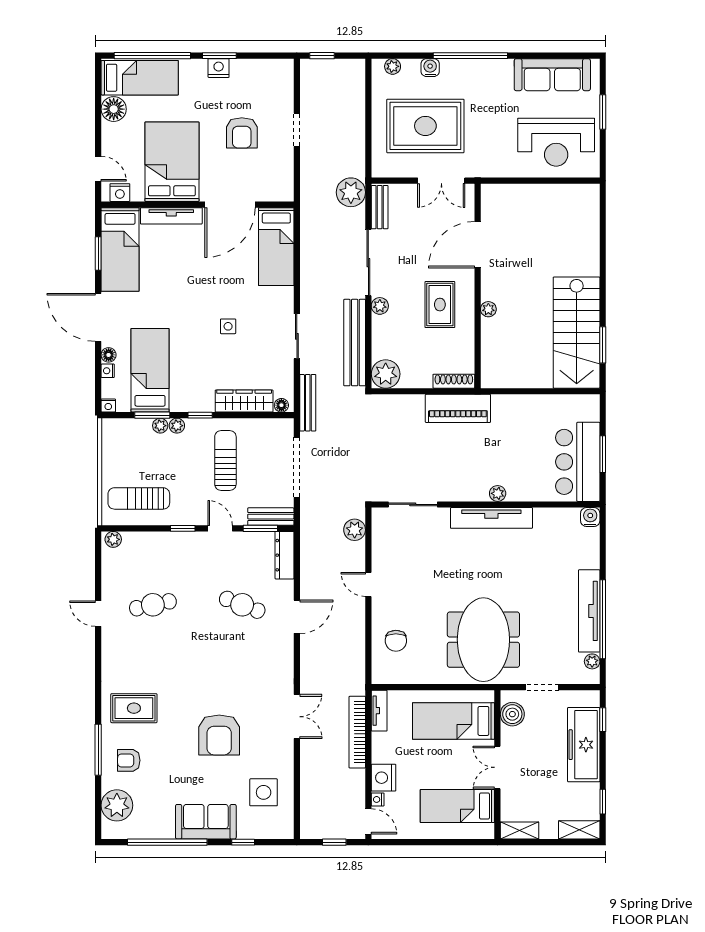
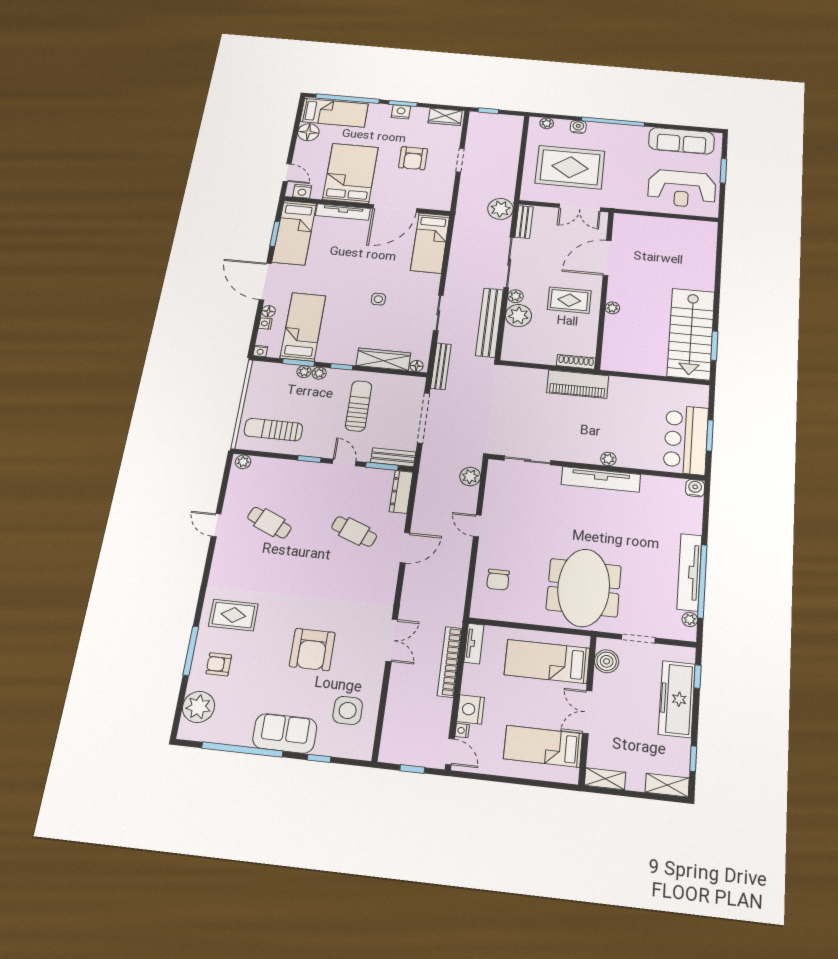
wardrobe: (272, 70) -> (445, 117), added
rug: (440, 305) -> (569, 300), turned 90
plant: (386, 374) -> (518, 316), moved
cafe table: (153, 605) -> (269, 523), turned 36

